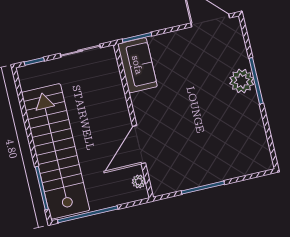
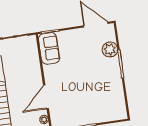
plant: (242, 81) -> (110, 49), moved

